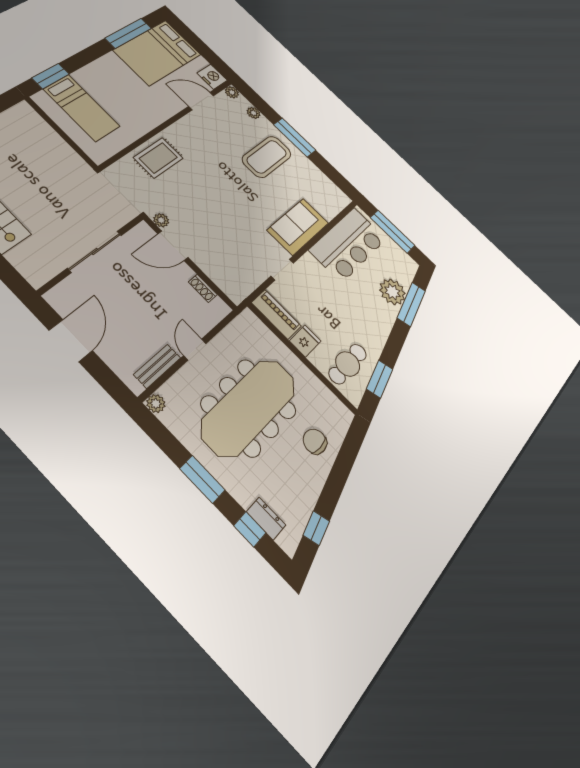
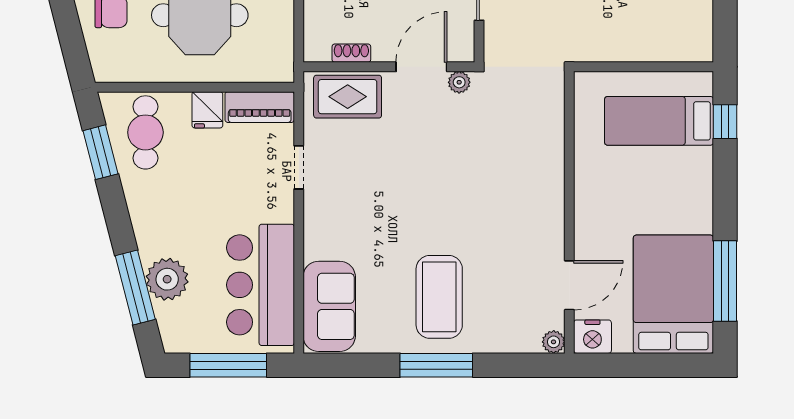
window: (51, 76) -> (725, 122), width x0.67
plant: (254, 113) -> (507, 342), removed
rug: (158, 158) -> (348, 97), moved, turned 90
sofa: (298, 227) -> (329, 306), moved

